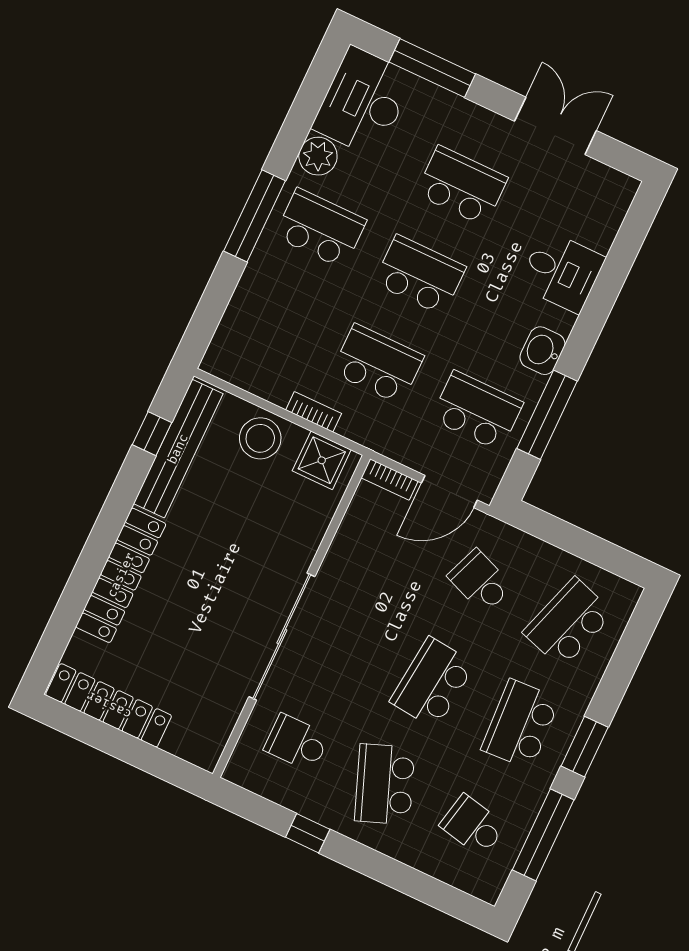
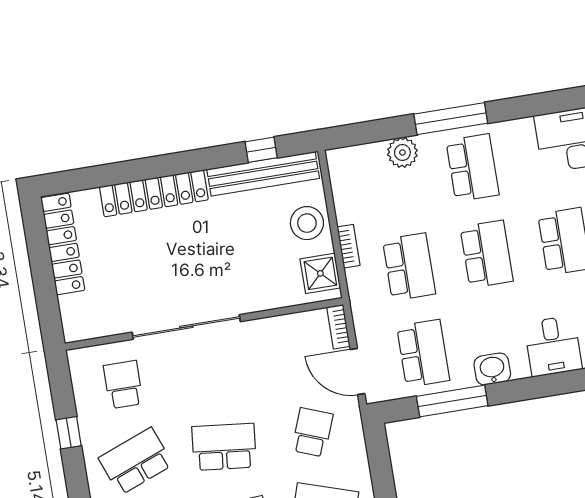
plant: (318, 156) -> (402, 152), moved

